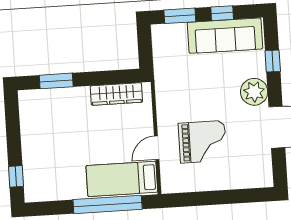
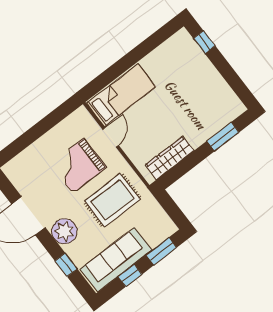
rug: (193, 91) -> (112, 200), added
window: (108, 204) -> (119, 68), removed

